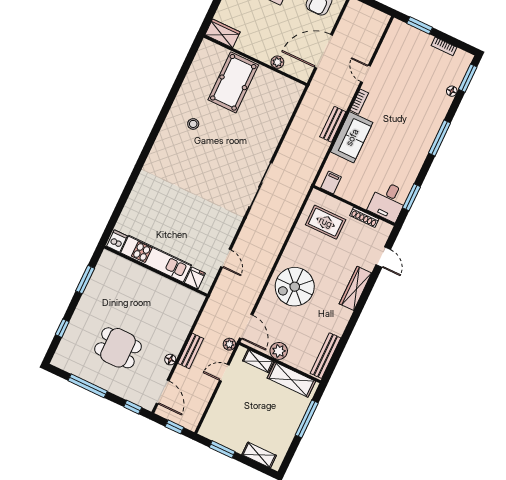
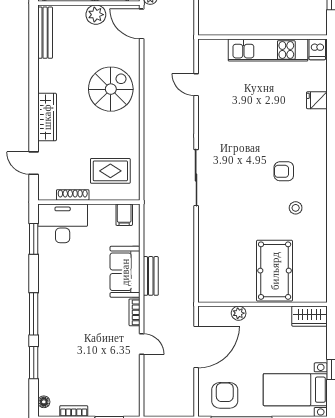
window: (468, 78) -> (34, 363), moved
floor lamp: (452, 91) -> (44, 402), moved
armchair: (189, 157) -> (284, 171), added
desk: (388, 201) -> (63, 223), width x1.37
fridge: (195, 278) -> (317, 100), moved, turned 90

